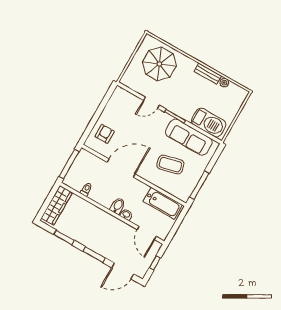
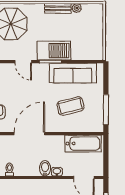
door: (151, 103) -> (23, 62), hinge flipped
barbecue: (209, 123) -> (54, 51), moved

